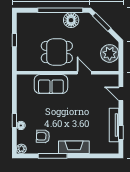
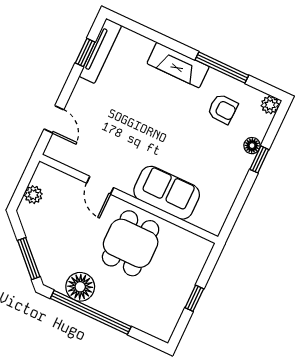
dining table: (57, 52) -> (131, 243), turned 90
plant: (110, 53) -> (33, 195), width x0.53, depth x0.53
tv unit: (114, 125) -> (100, 51), moved

